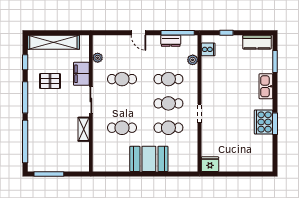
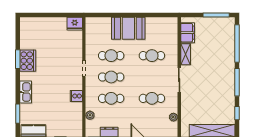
cooker: (208, 49) -> (76, 96), moved
filing cabinet: (81, 74) -> (188, 33), moved
pallet: (50, 81) -> (215, 97), removed

